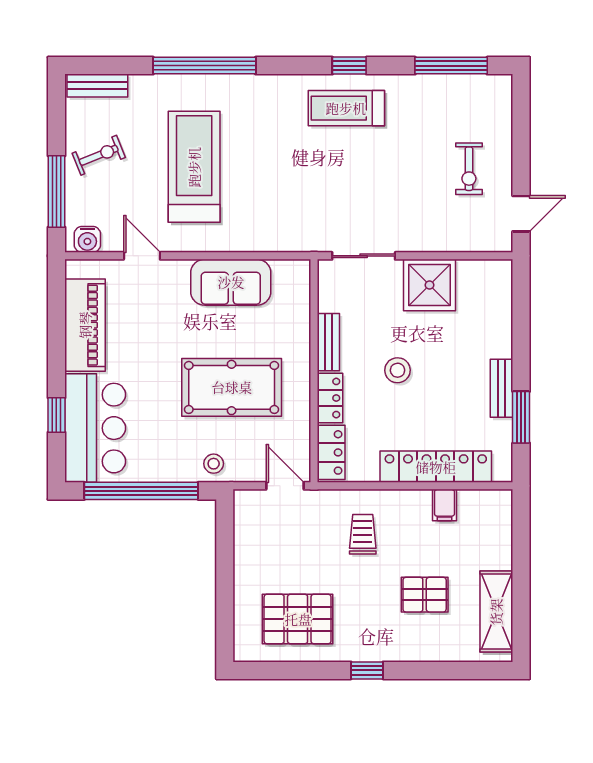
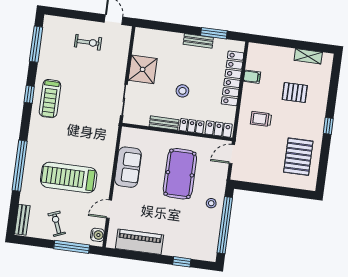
bar counter: (95, 428) -> (191, 244), removed
stool: (214, 464) -> (211, 203), moved
pallet: (425, 595) -> (295, 92), turned 90
shelving: (496, 612) -> (308, 56), width x0.67, depth x0.75

